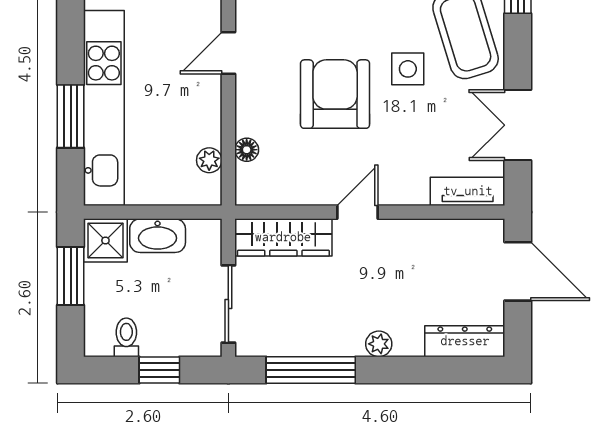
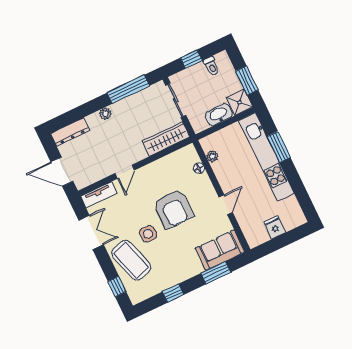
door: (357, 212) -> (125, 172), moved

